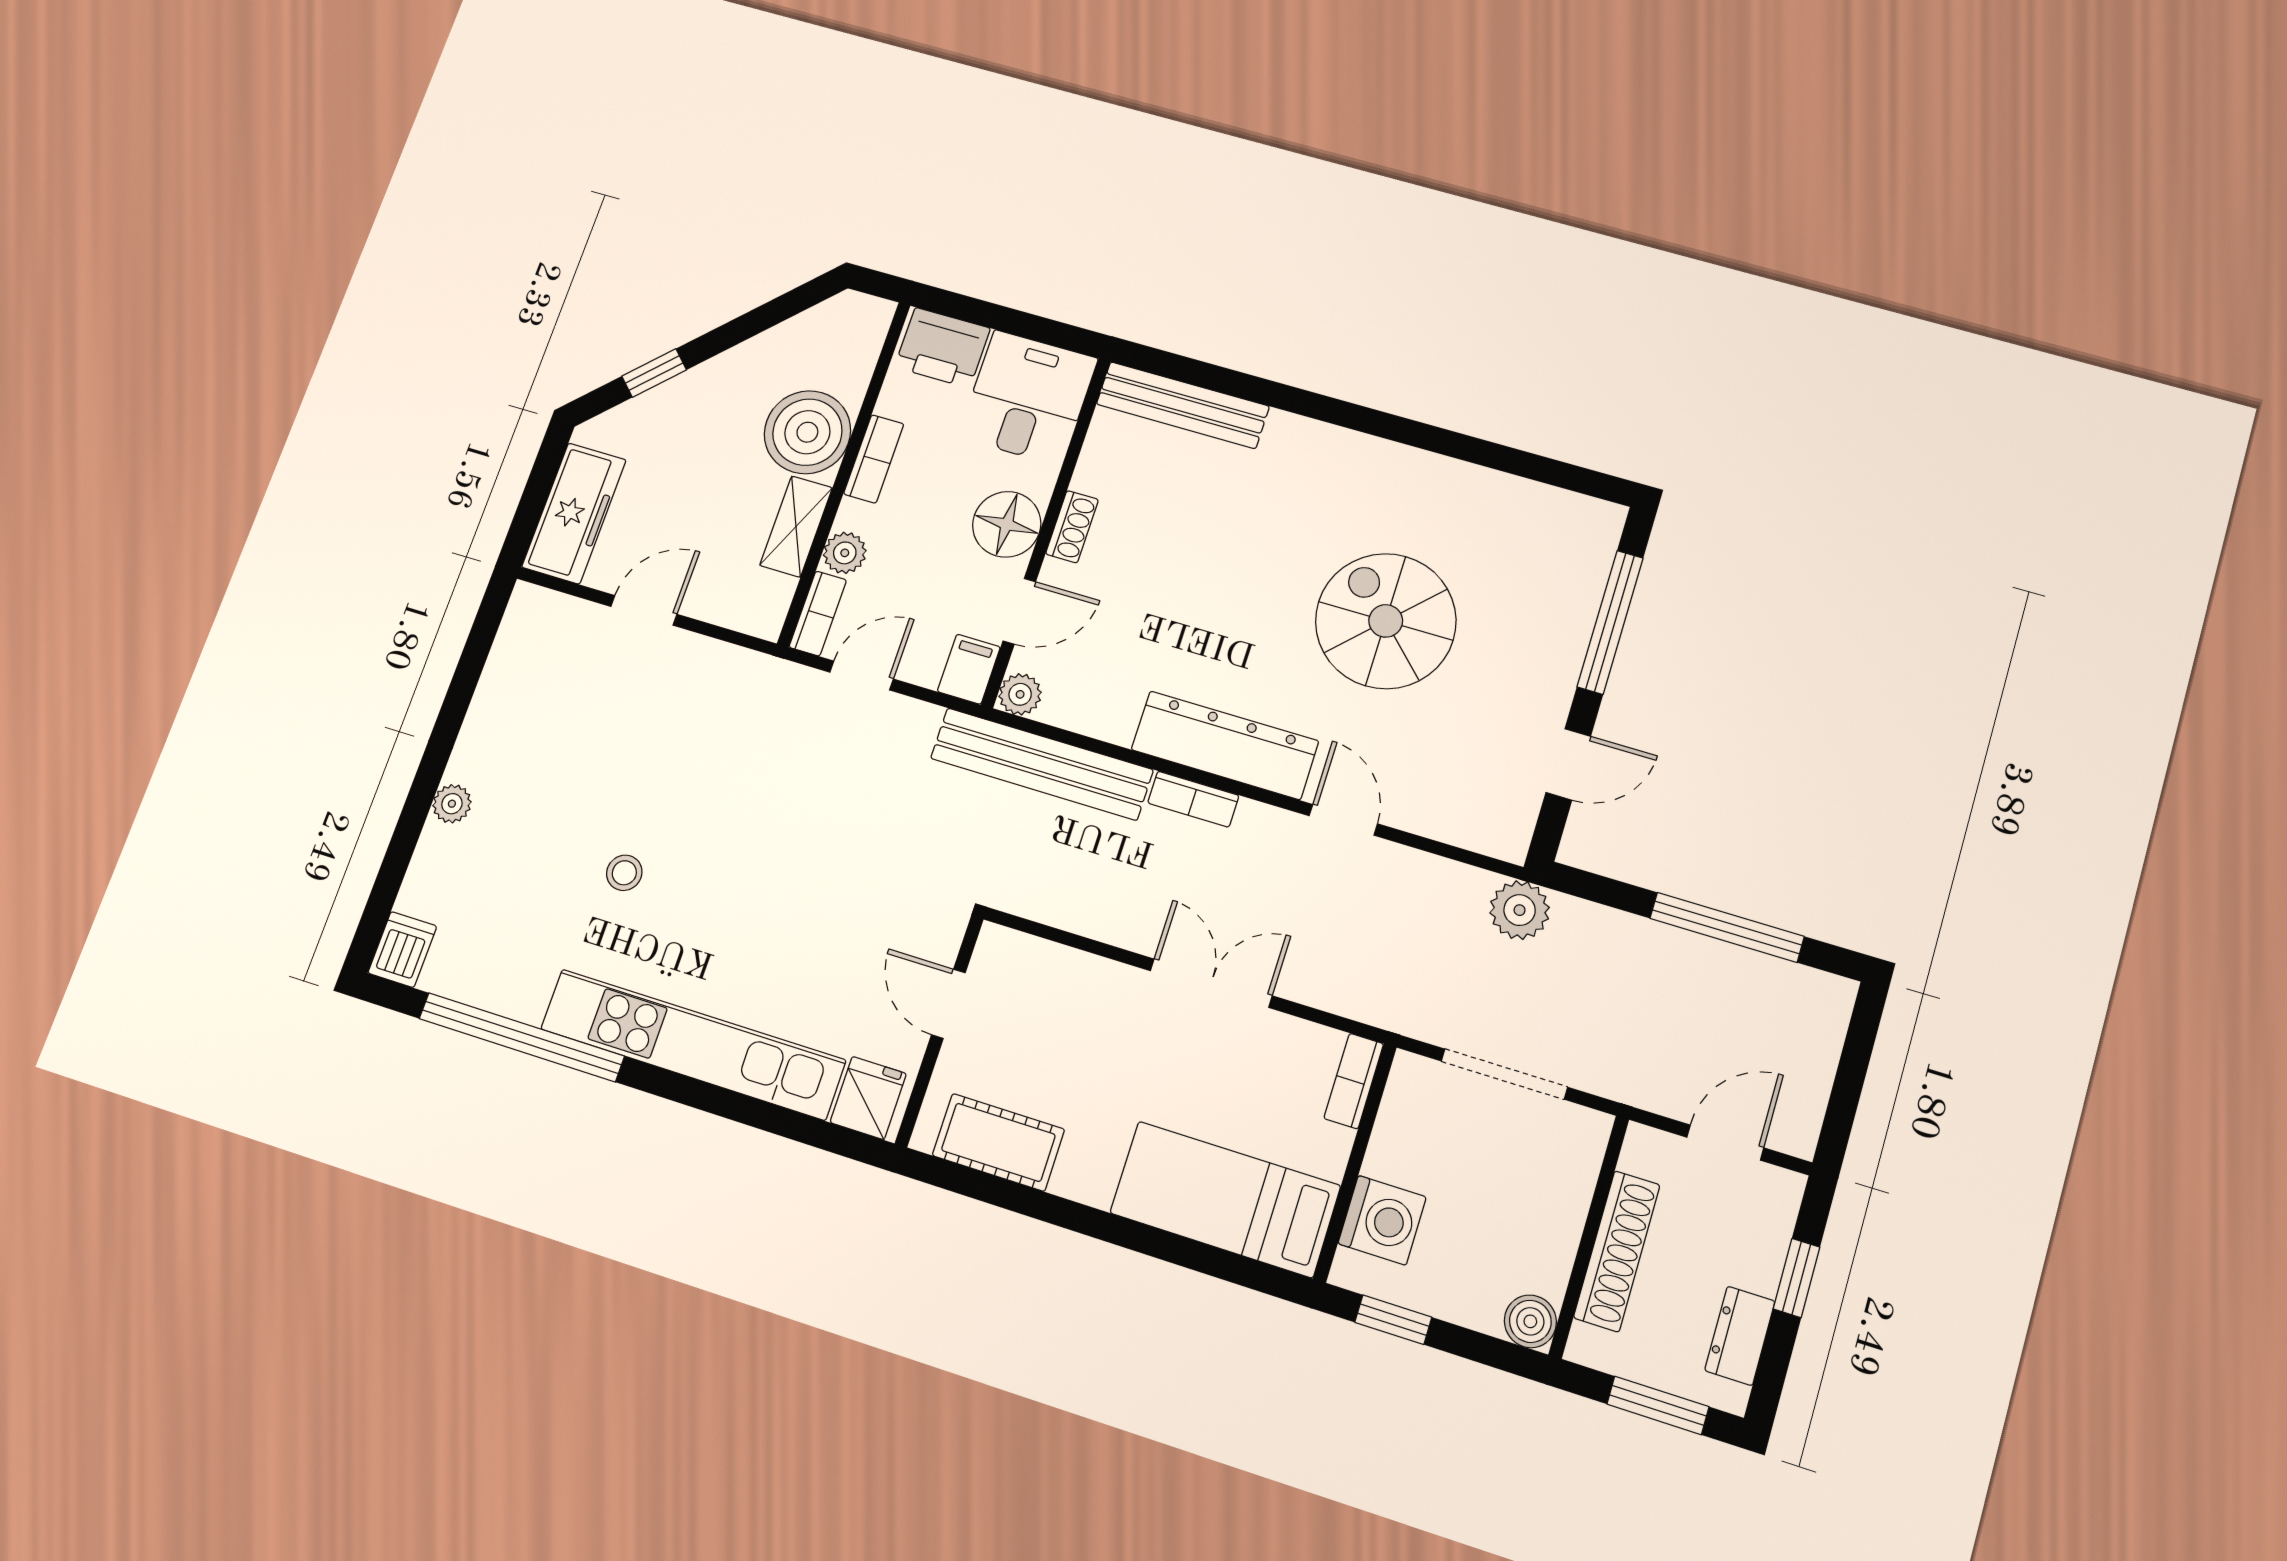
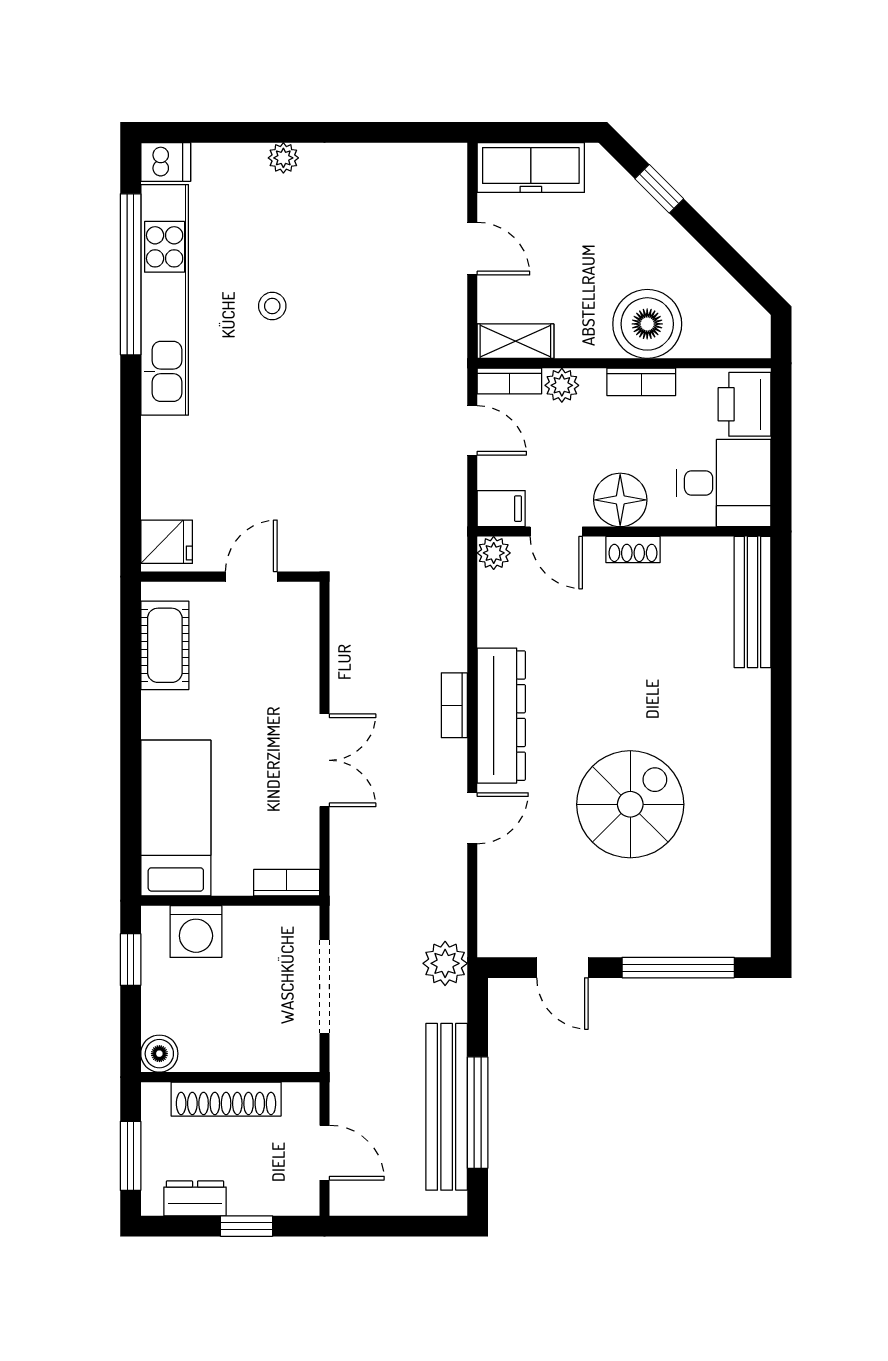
shelving: (796, 526) -> (515, 341), moved
bench: (1042, 764) -> (447, 1107), moved
kitchen unit: (693, 1044) -> (165, 300), moved

